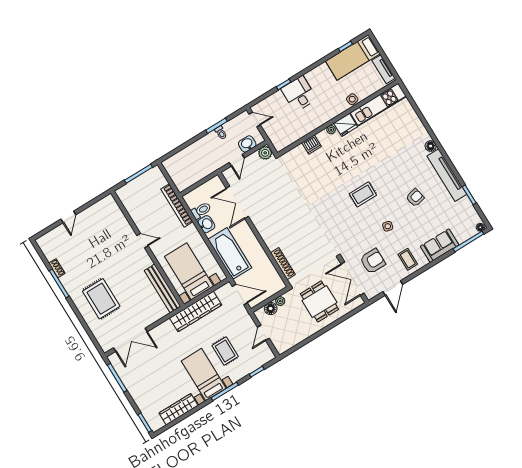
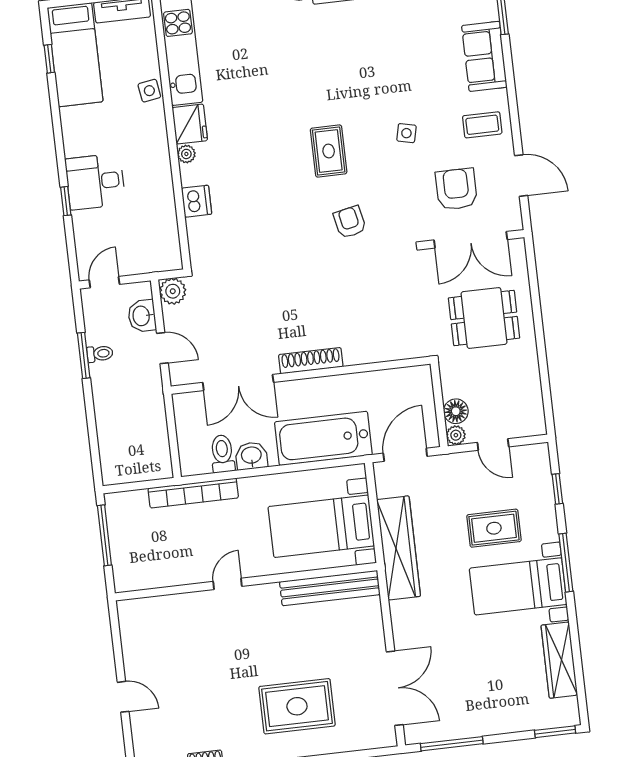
armchair: (415, 198) -> (350, 222), moved
shoe rack: (283, 264) -> (311, 361), moved
plant: (280, 301) -> (456, 435), moved

